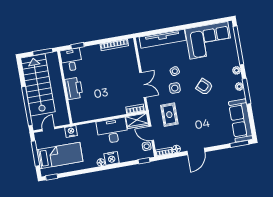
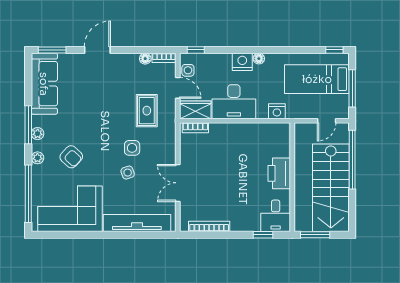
double door: (143, 85) -> (178, 183), moved
armchair: (204, 87) -> (71, 157), moved
nightstand: (71, 132) -> (277, 111), moved
door: (196, 152) -> (97, 50), moved

